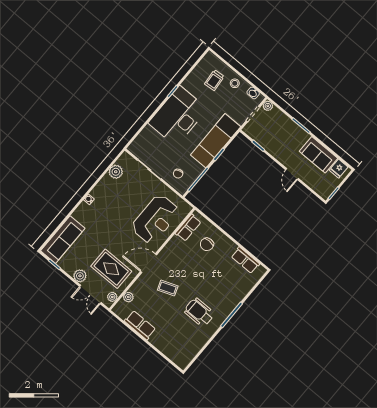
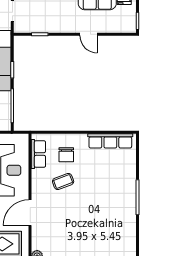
row of seats: (245, 260) -> (110, 141), width x1.48
coffee table: (168, 288) -> (63, 181), moved
wheelchair: (199, 312) -> (108, 218), removed

